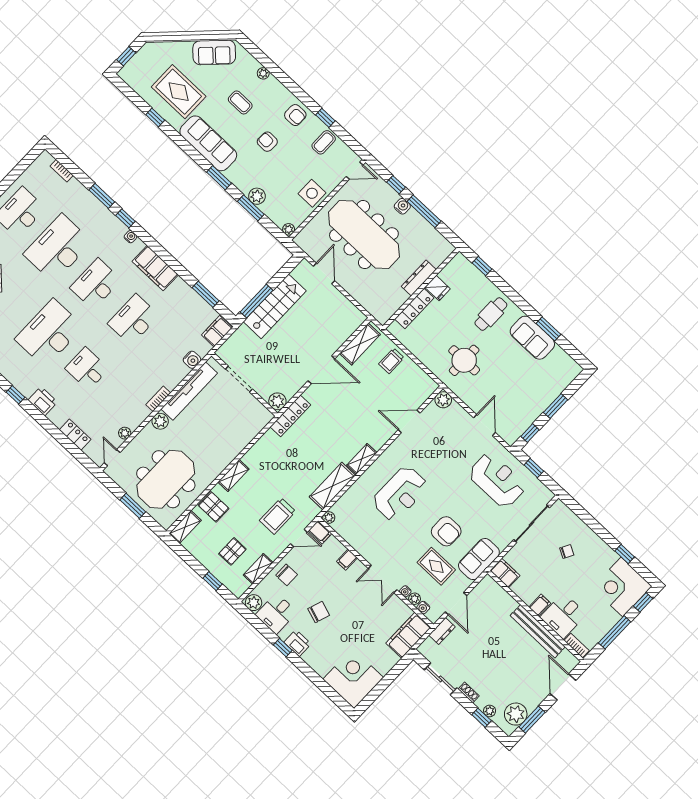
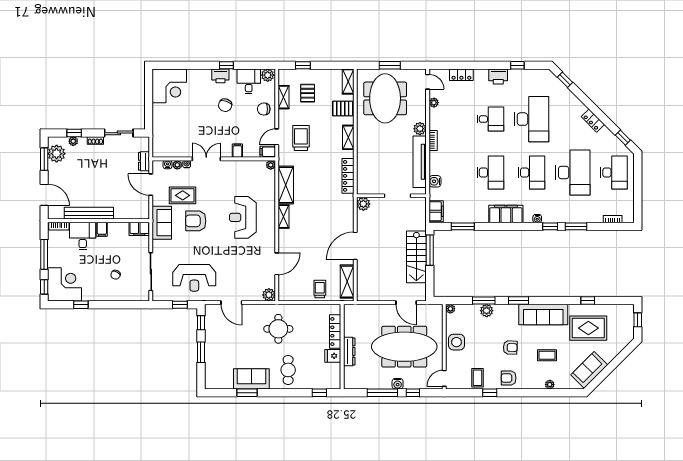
locker: (290, 416) -> (348, 176), moved
filing cabinet: (408, 635) -> (161, 141), removed

